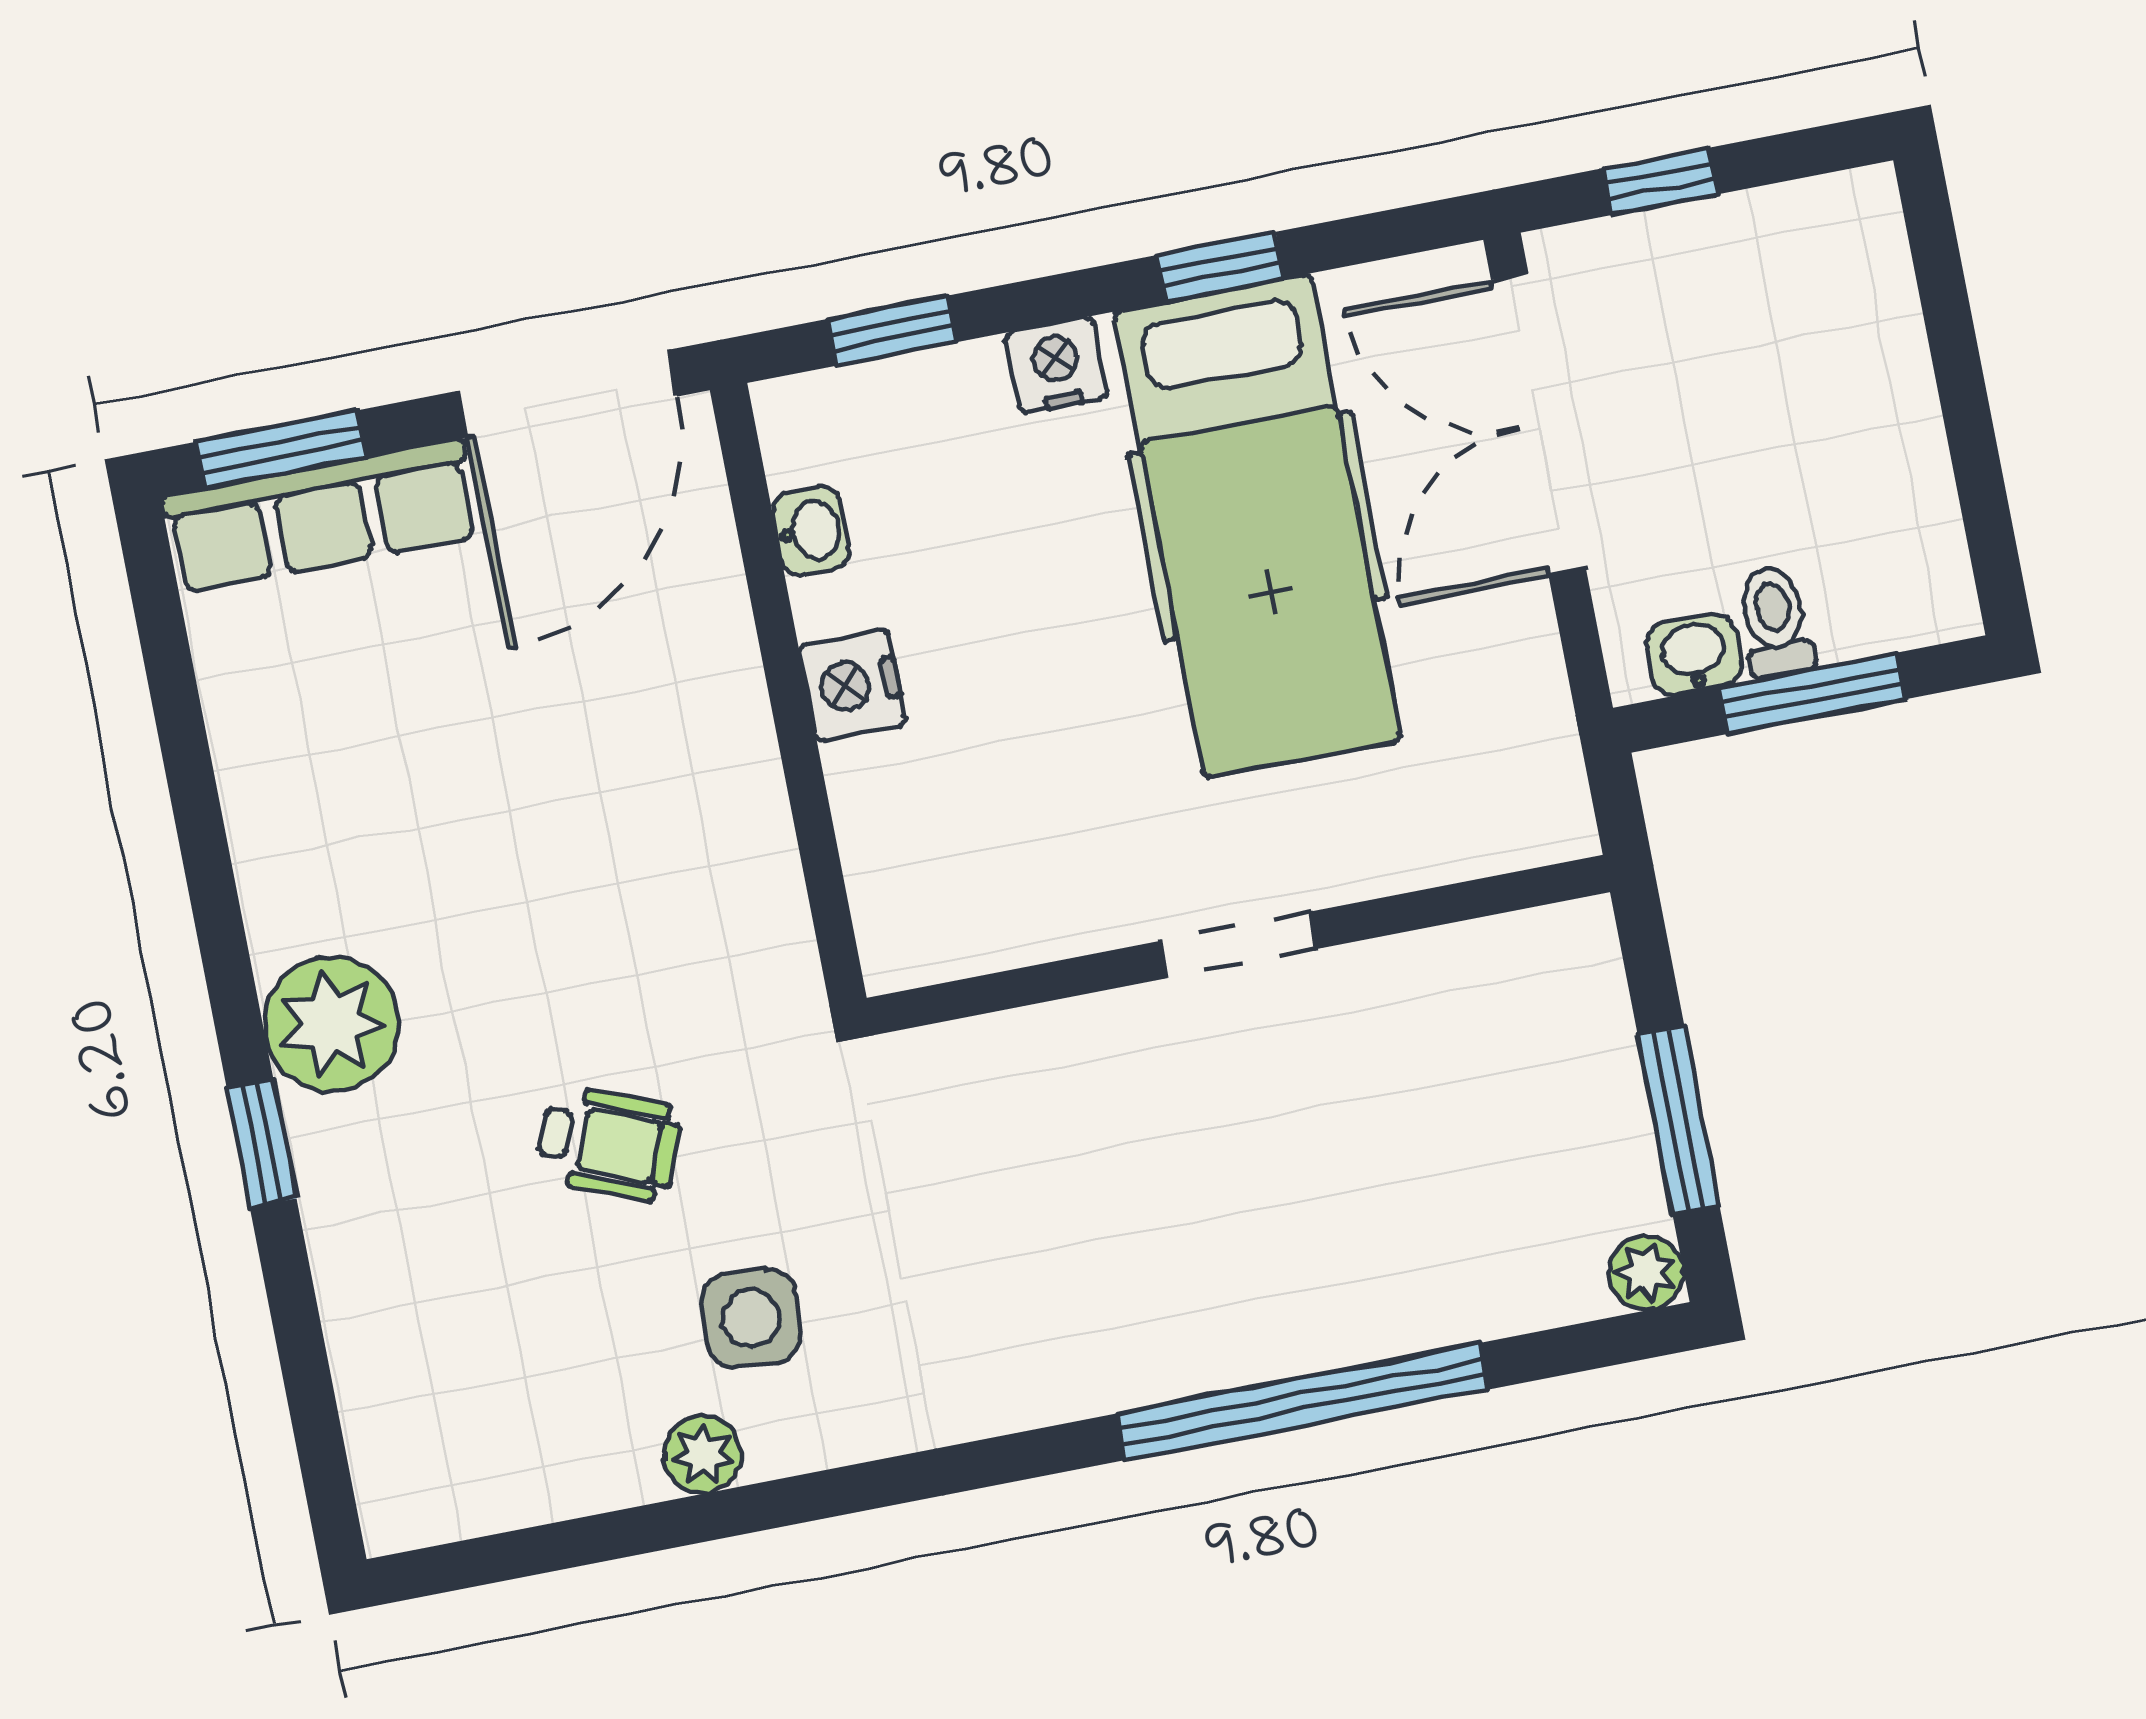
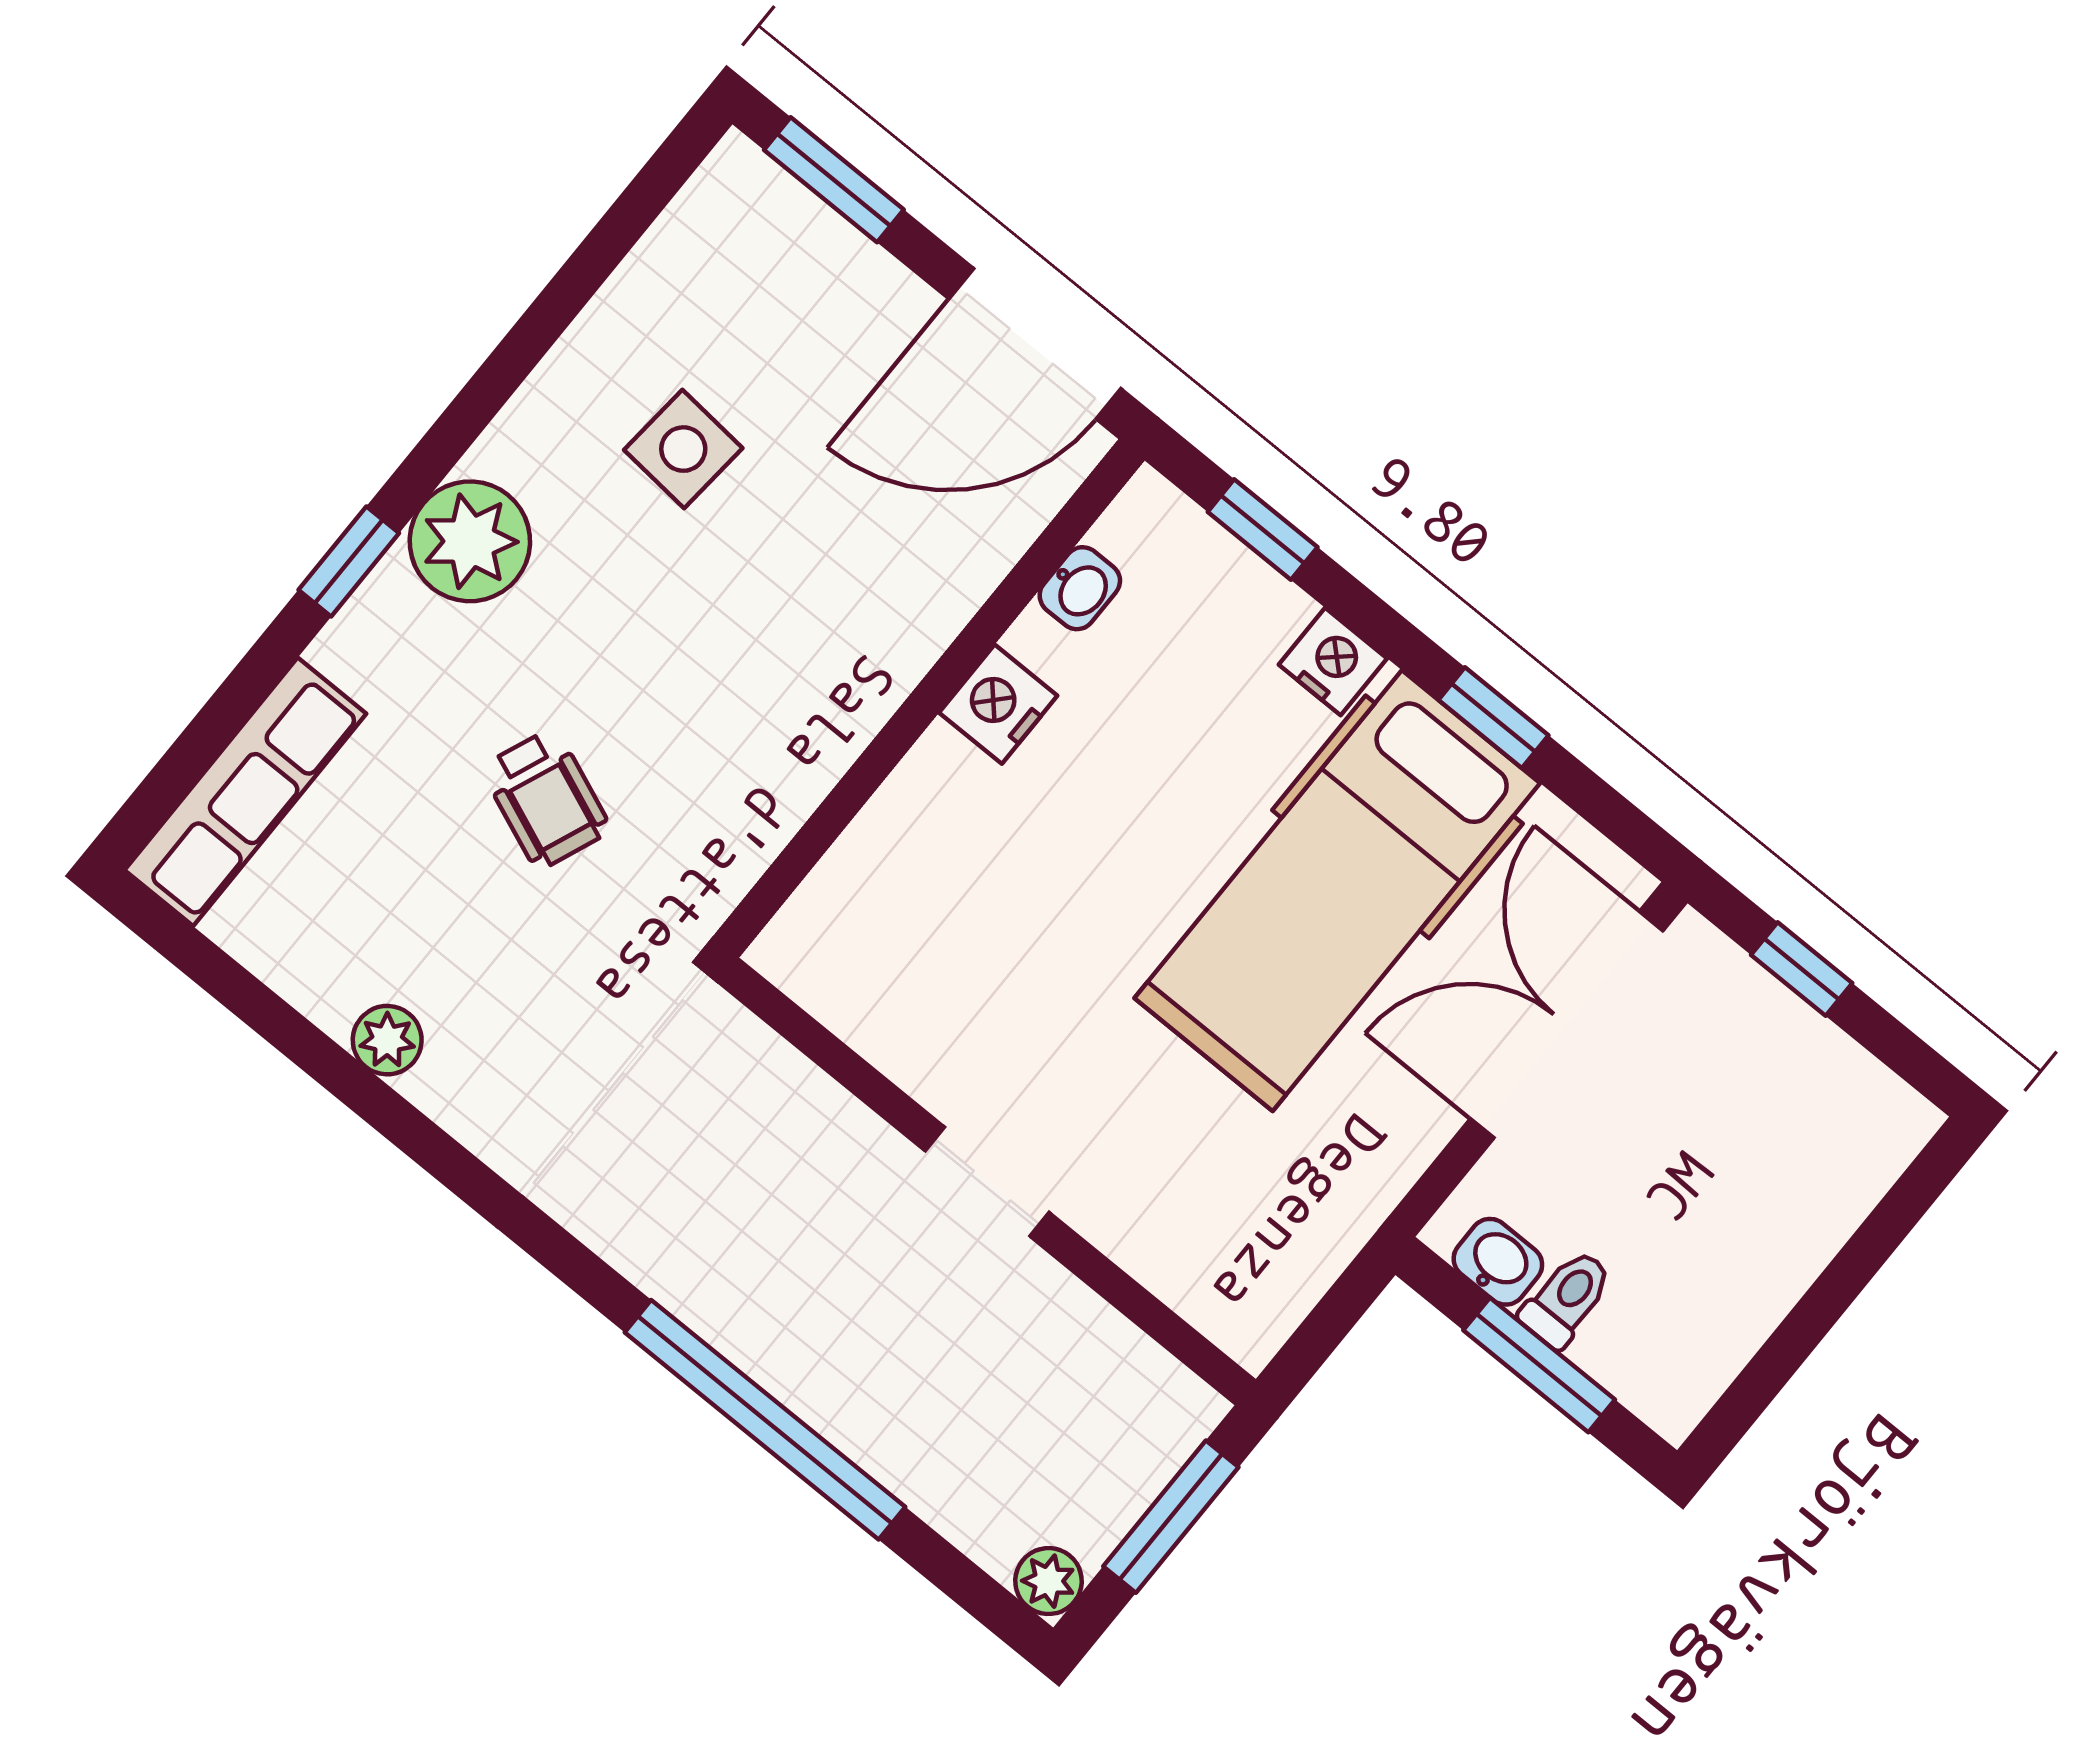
row of seats: (321, 517) -> (245, 792), moved, turned -90
wall: (1238, 945) -> (987, 1181), moved
doorway: (1239, 945) -> (987, 1182), moved
side table: (751, 1318) -> (683, 449), moved

